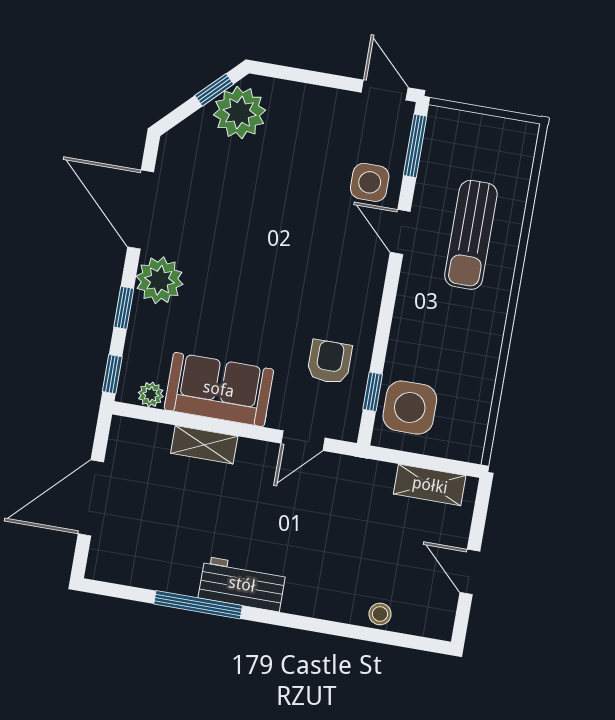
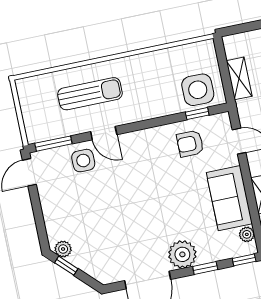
plant: (240, 112) -> (63, 249), width x0.53, depth x0.53
door: (400, 232) -> (104, 133), hinge flipped
shelving: (430, 485) -> (239, 78), moved

